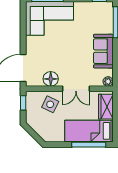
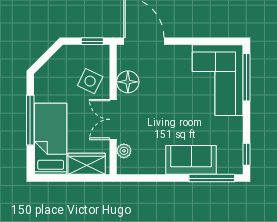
sofa: (103, 51) -> (191, 160), moved
plant: (108, 81) -> (124, 151), moved
window: (89, 145) -> (30, 120), moved

